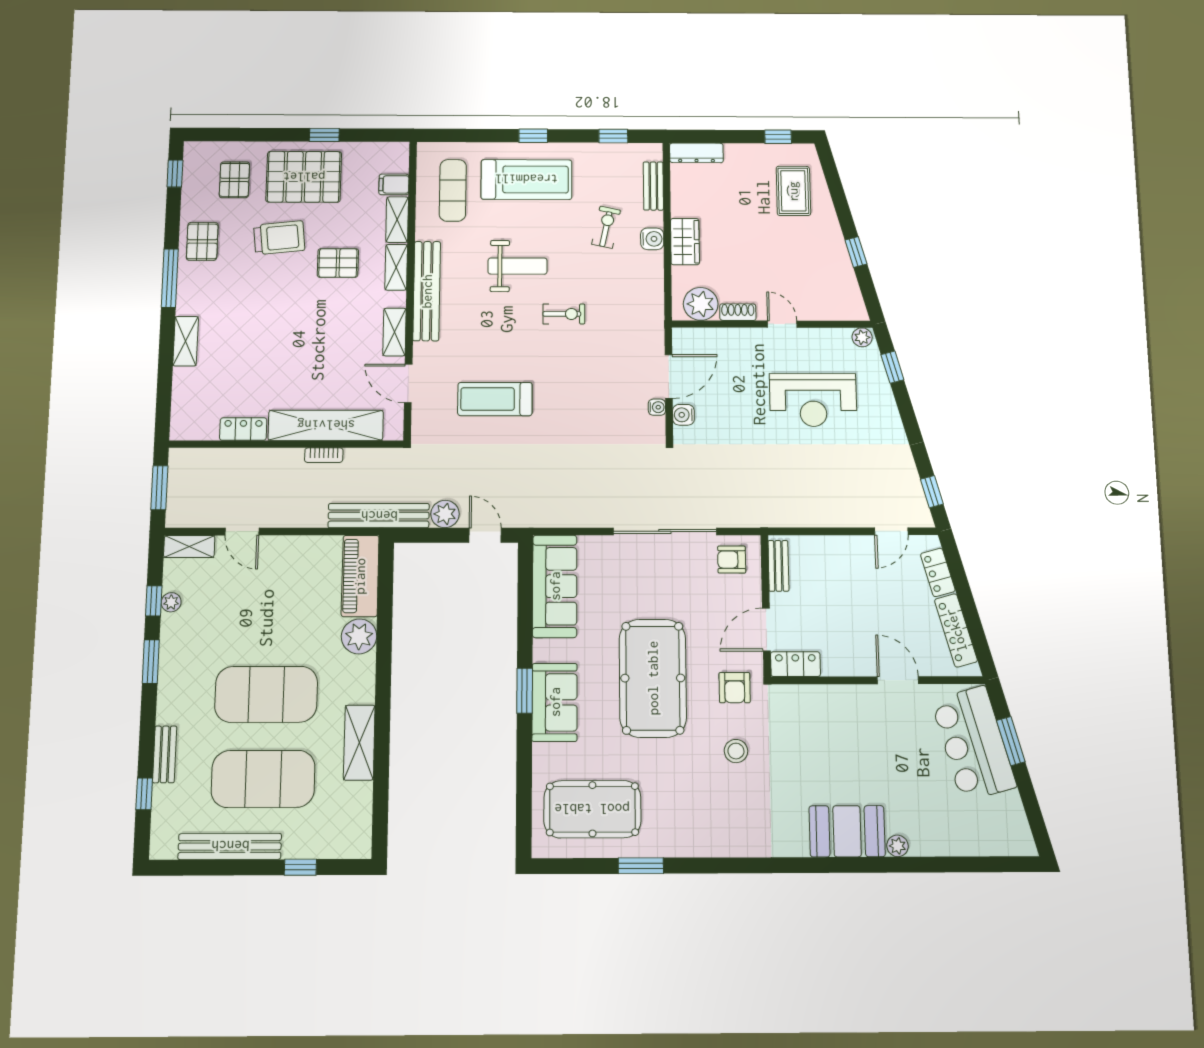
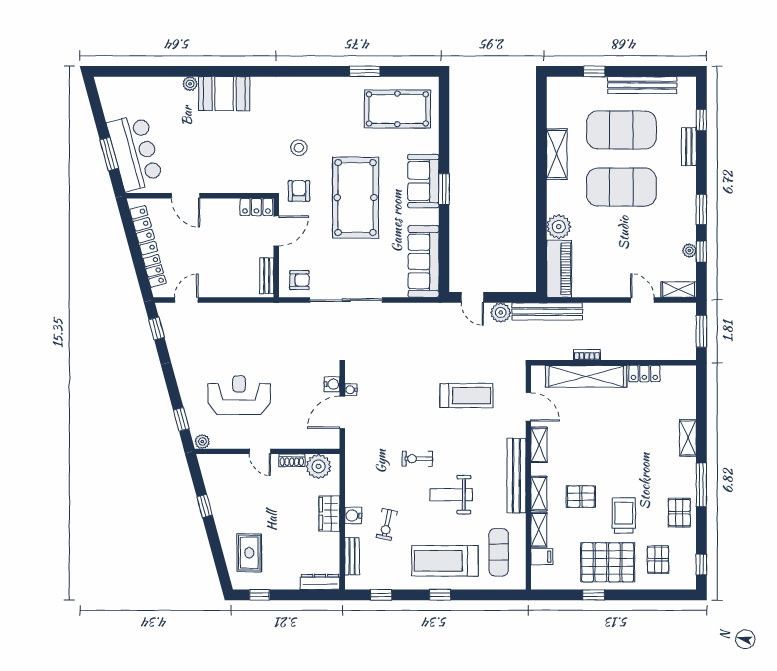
trolley: (279, 238) -> (624, 516), turned 96

